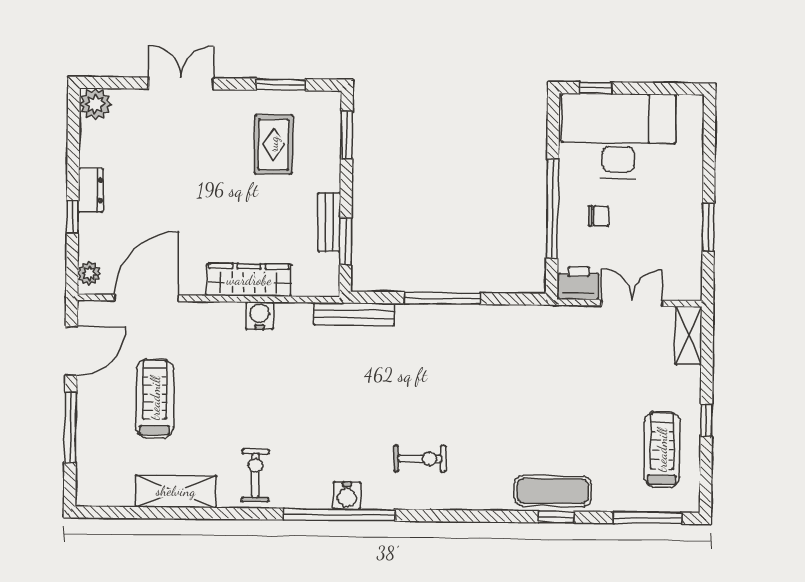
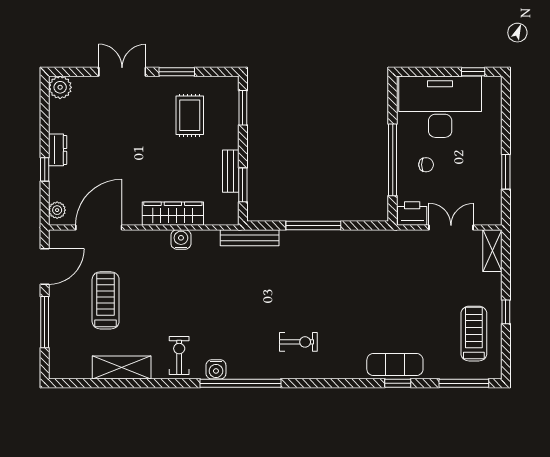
window: (281, 85) -> (177, 72), moved
window: (596, 88) -> (473, 72), moved
water cooler: (347, 496) -> (216, 369), moved

